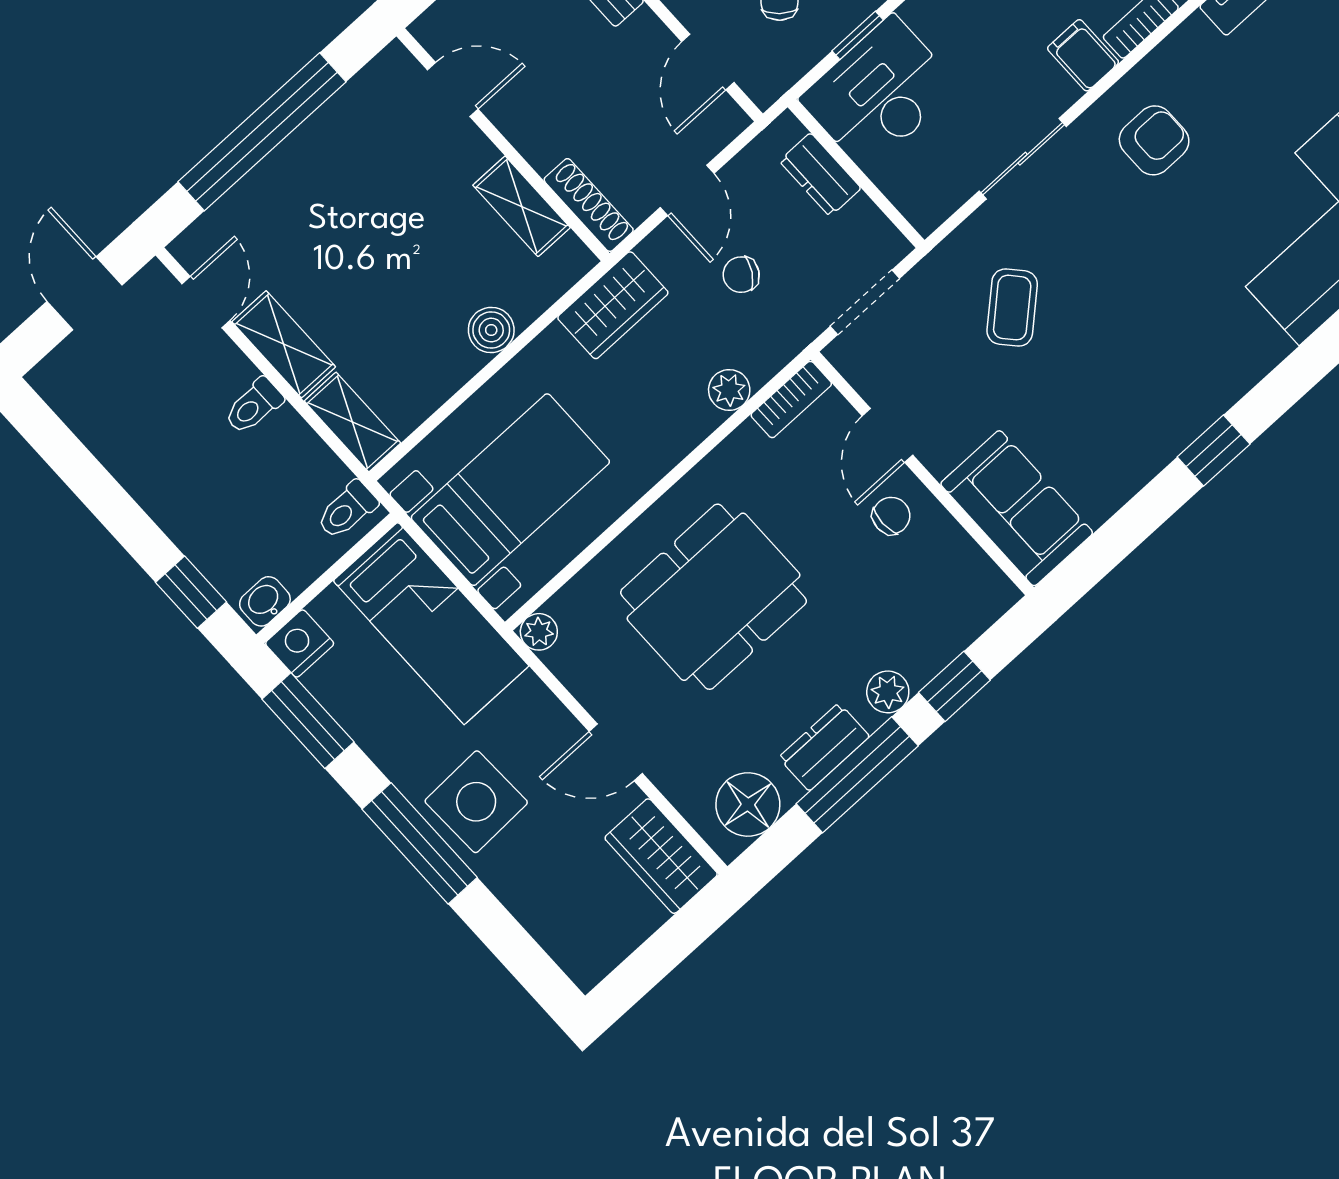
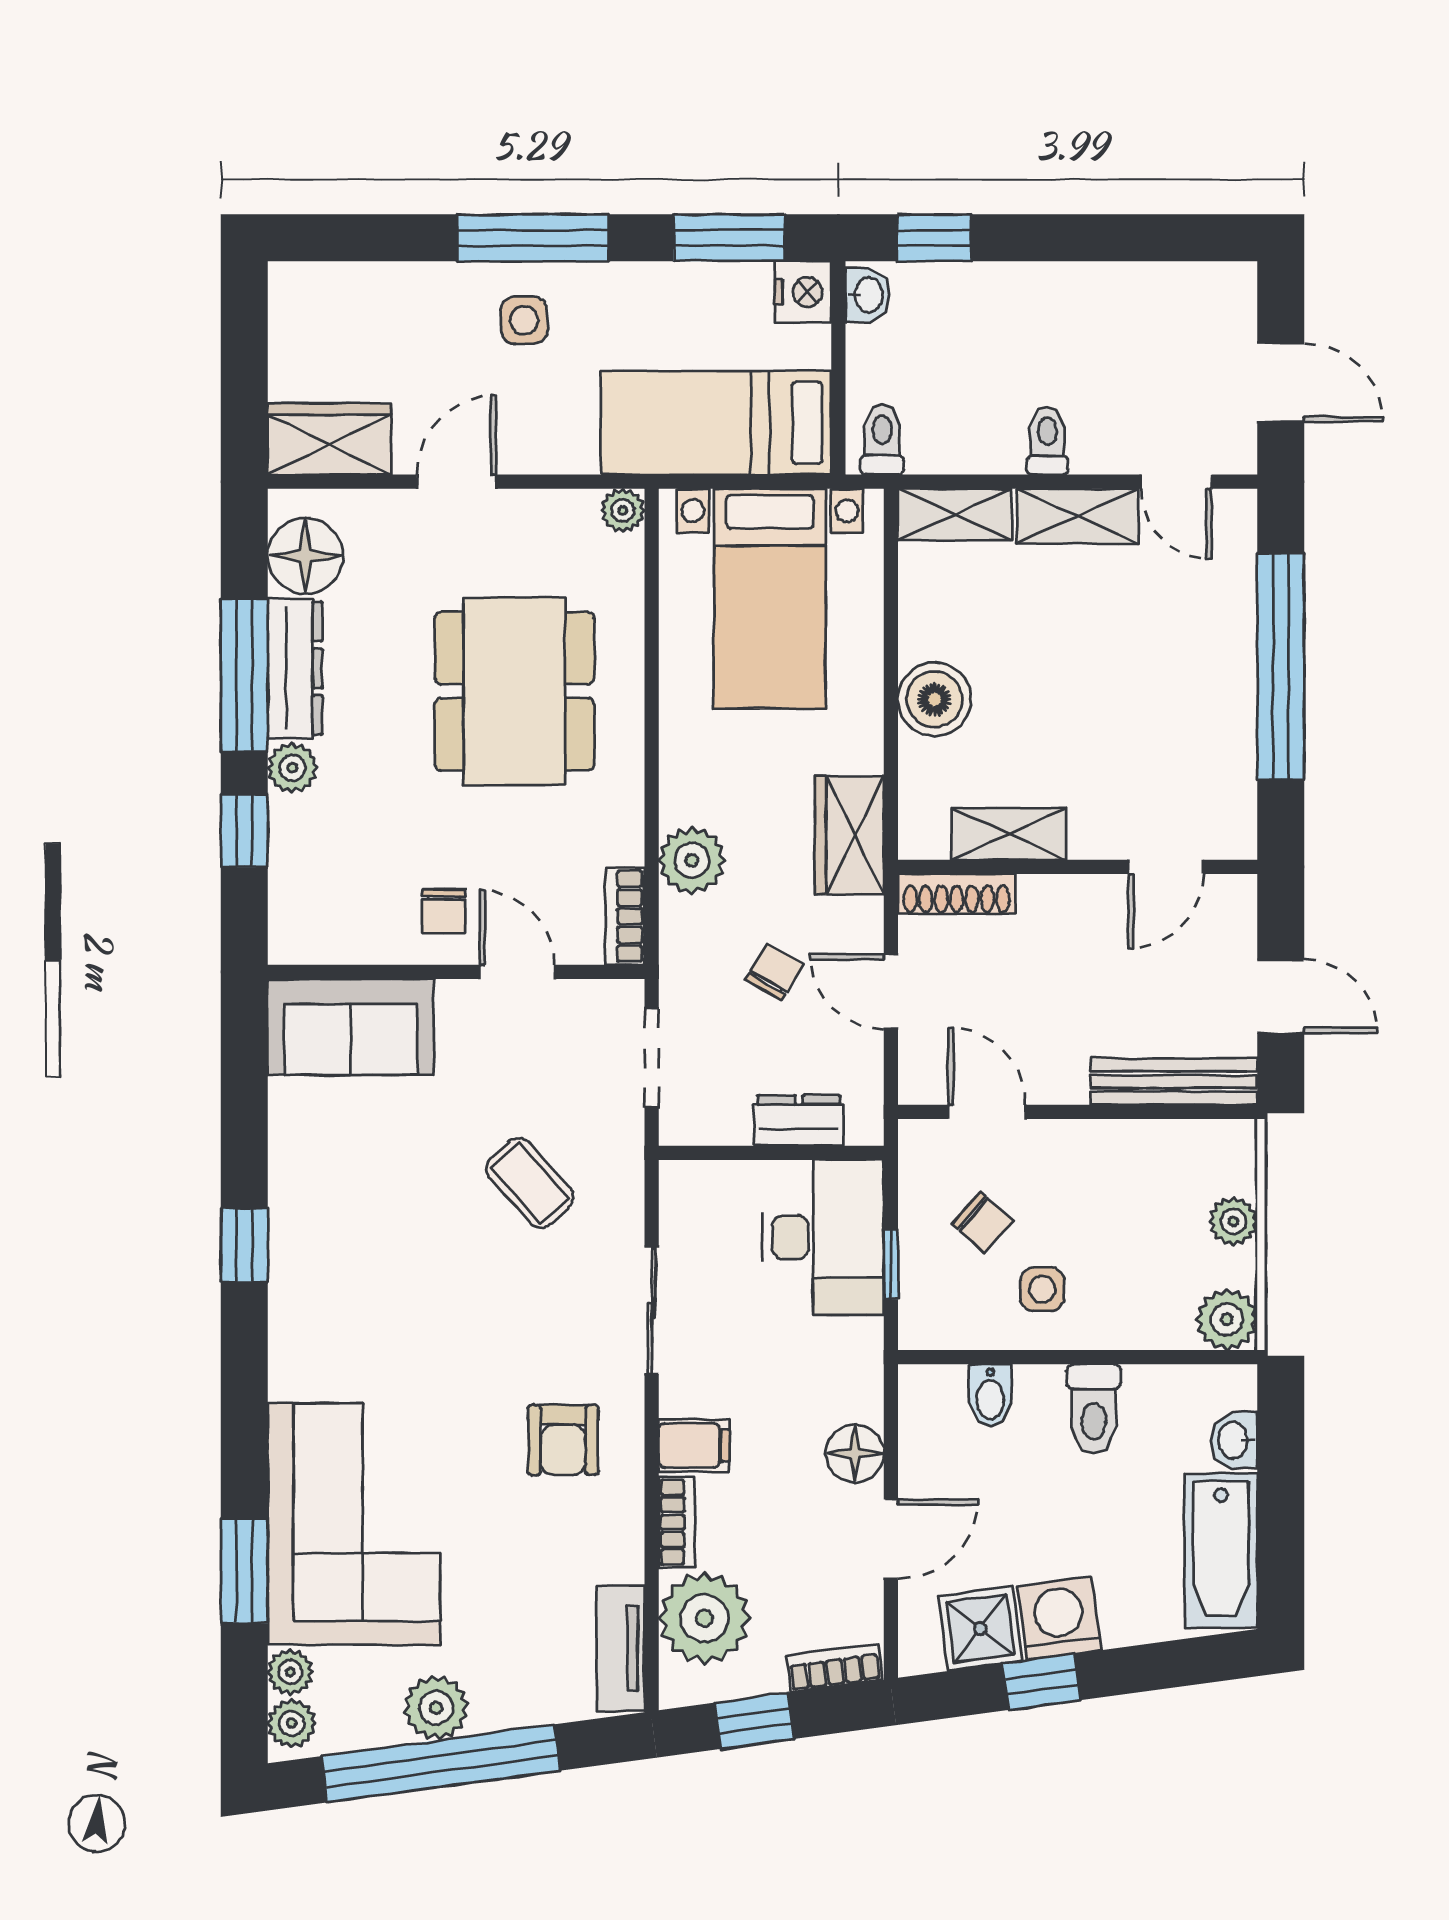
boiler: (491, 330) -> (935, 699), width x1.36, depth x1.36
plant: (729, 390) -> (692, 860), width x1.38, depth x1.38
dresser: (824, 747) -> (295, 668), width x1.44
side table: (476, 802) -> (524, 320), width x0.54, depth x0.54

